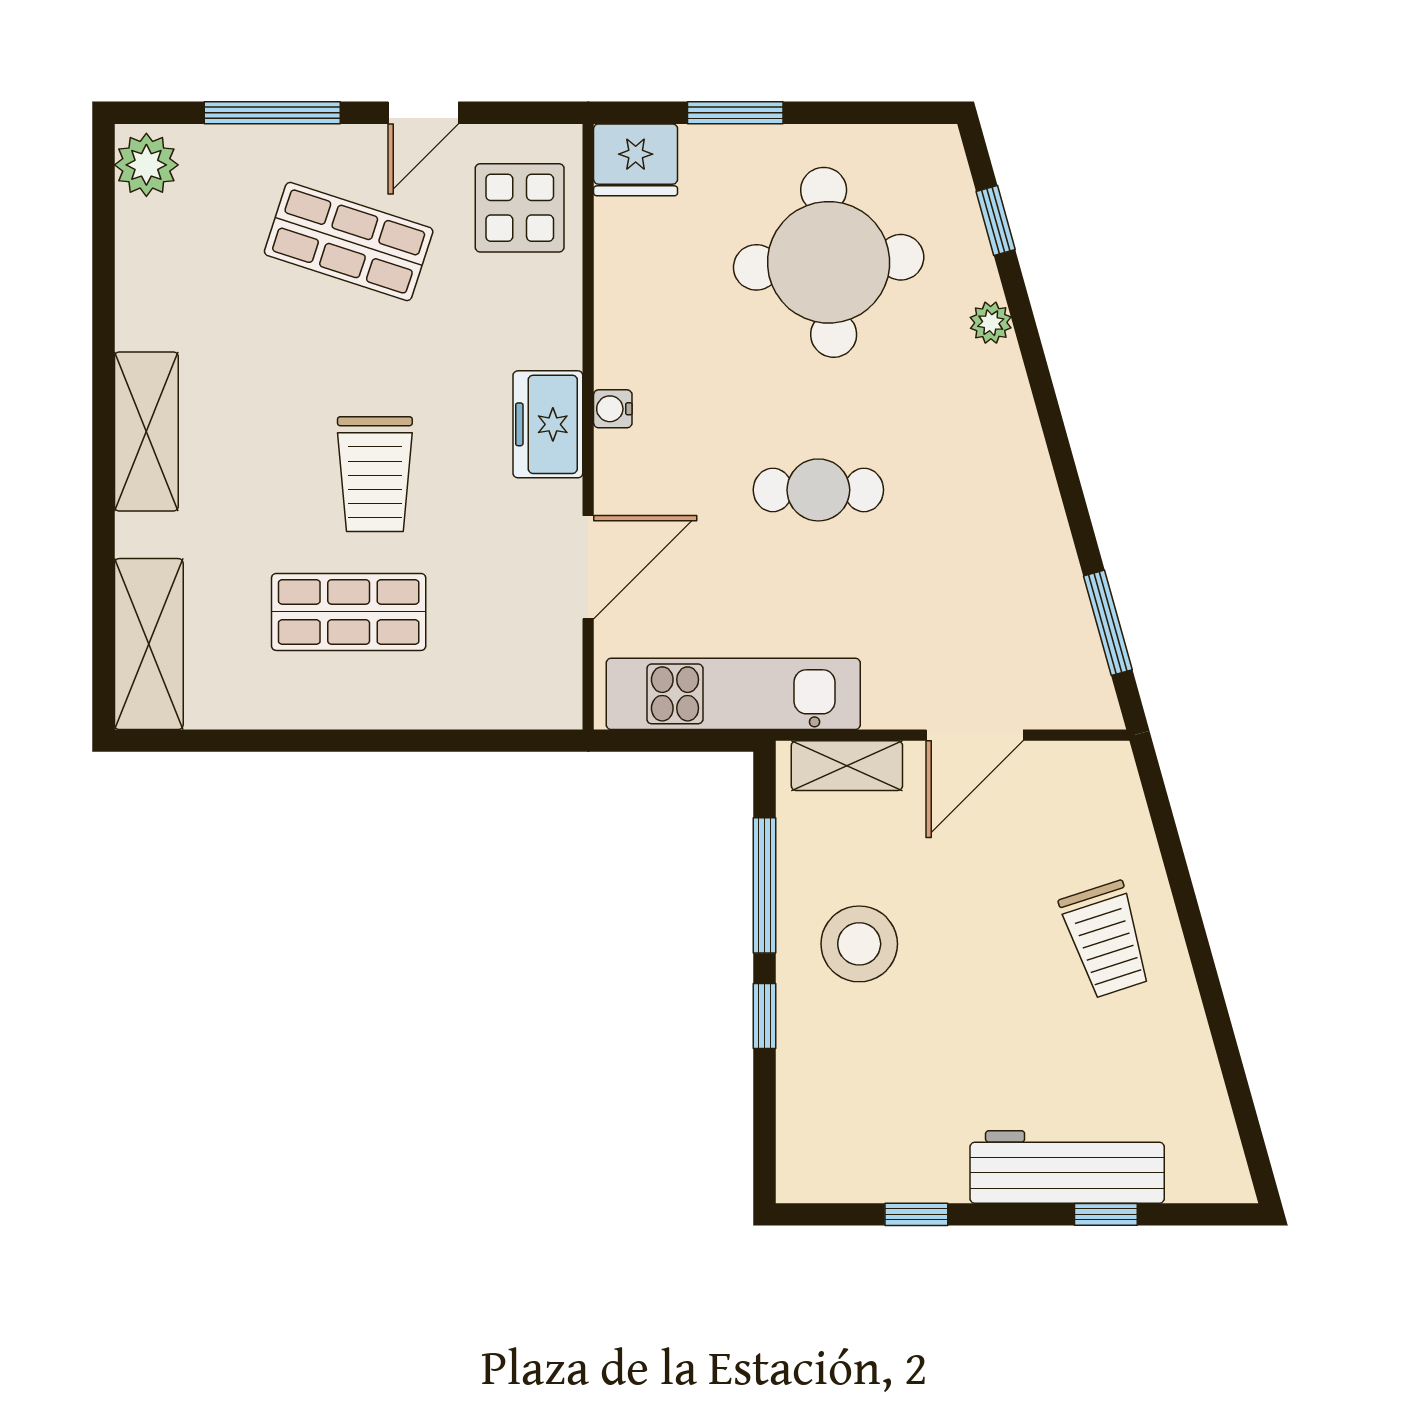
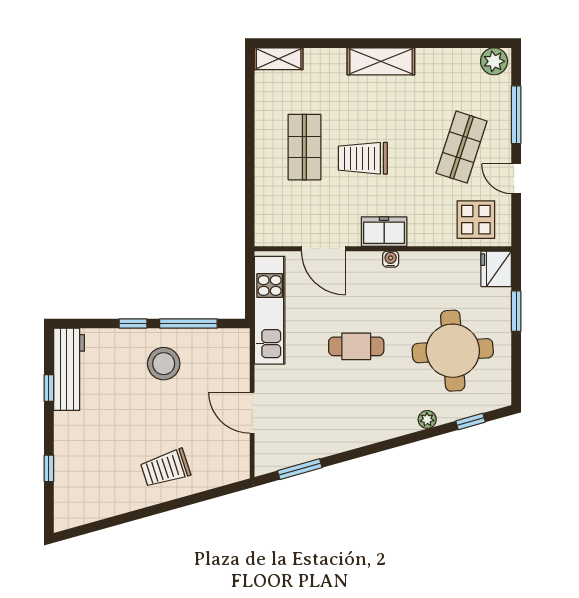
cafe table: (818, 490) -> (356, 346), turned 90
shelving: (149, 644) -> (279, 59), width x0.67, depth x0.75
shelving: (847, 766) -> (239, 358), removed
workbench: (1067, 1167) -> (69, 369), moved

